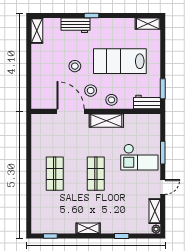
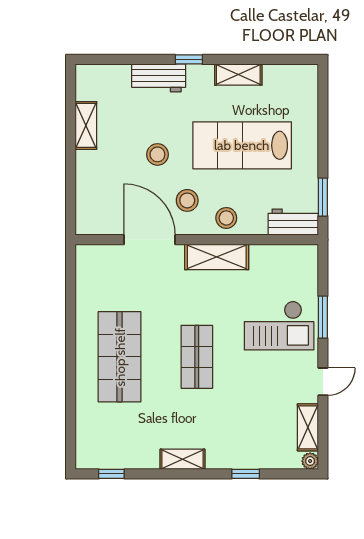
shelving: (148, 24) -> (238, 75), moved
shelving: (37, 31) -> (86, 125), moved
shop shelf: (55, 174) -> (120, 357), width x1.43, depth x1.36

